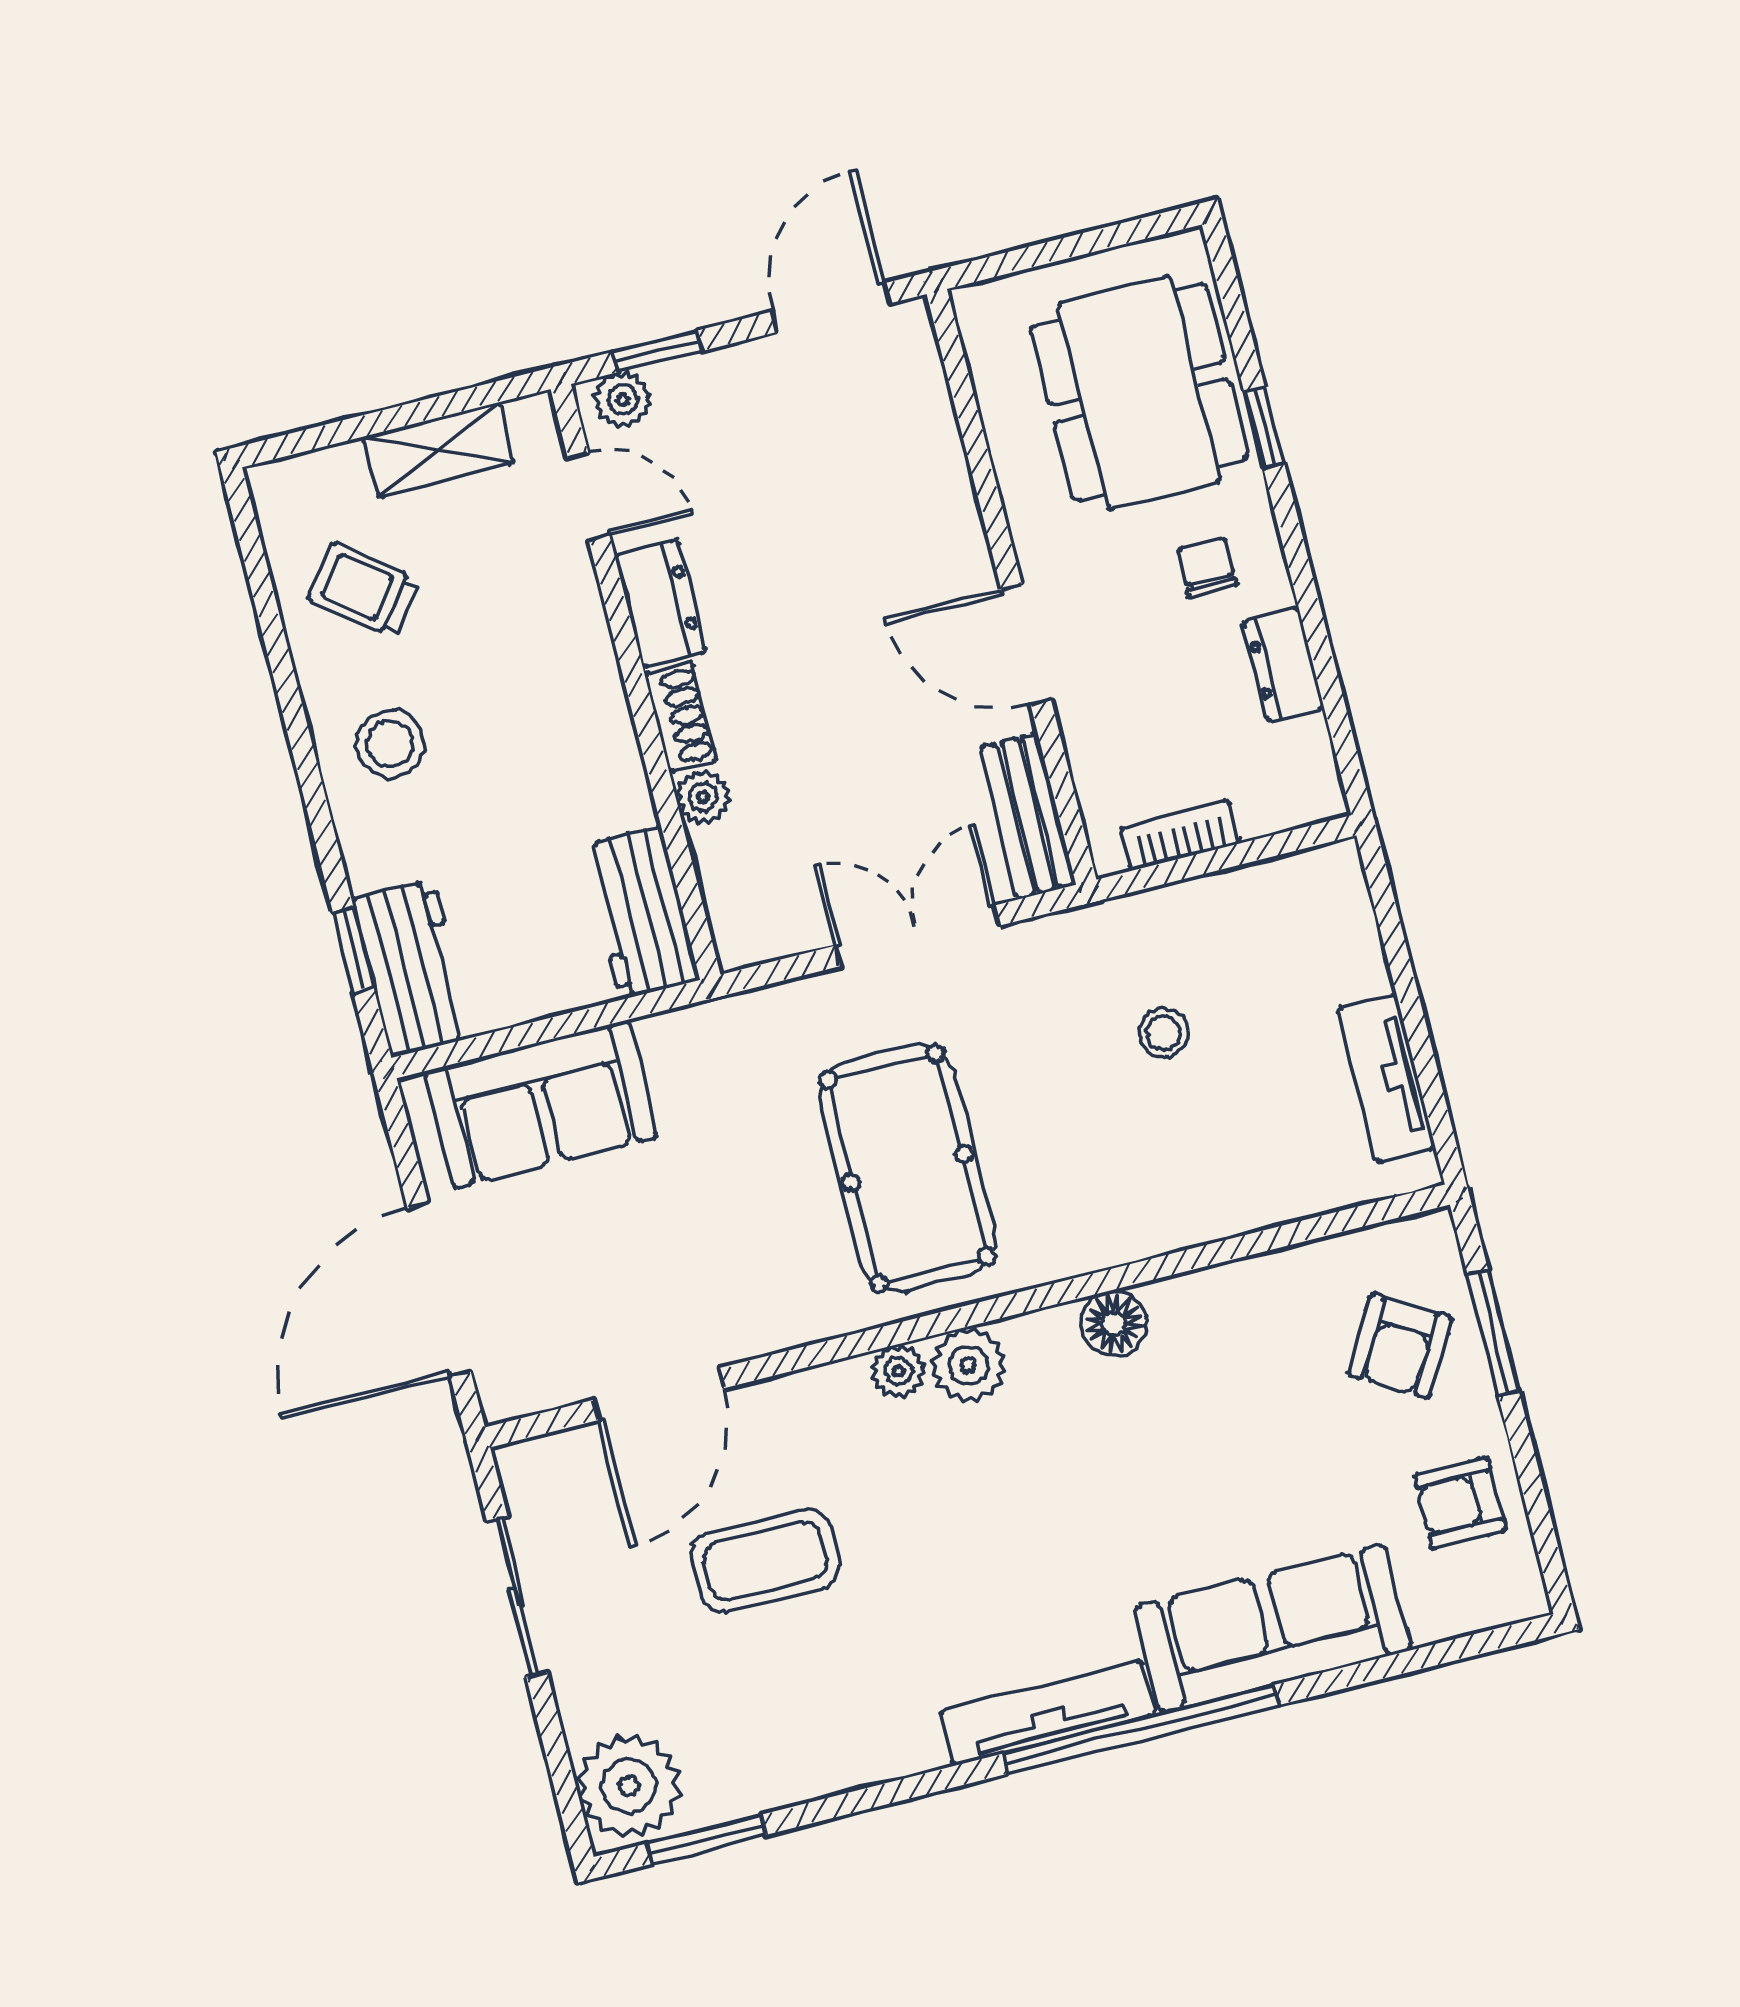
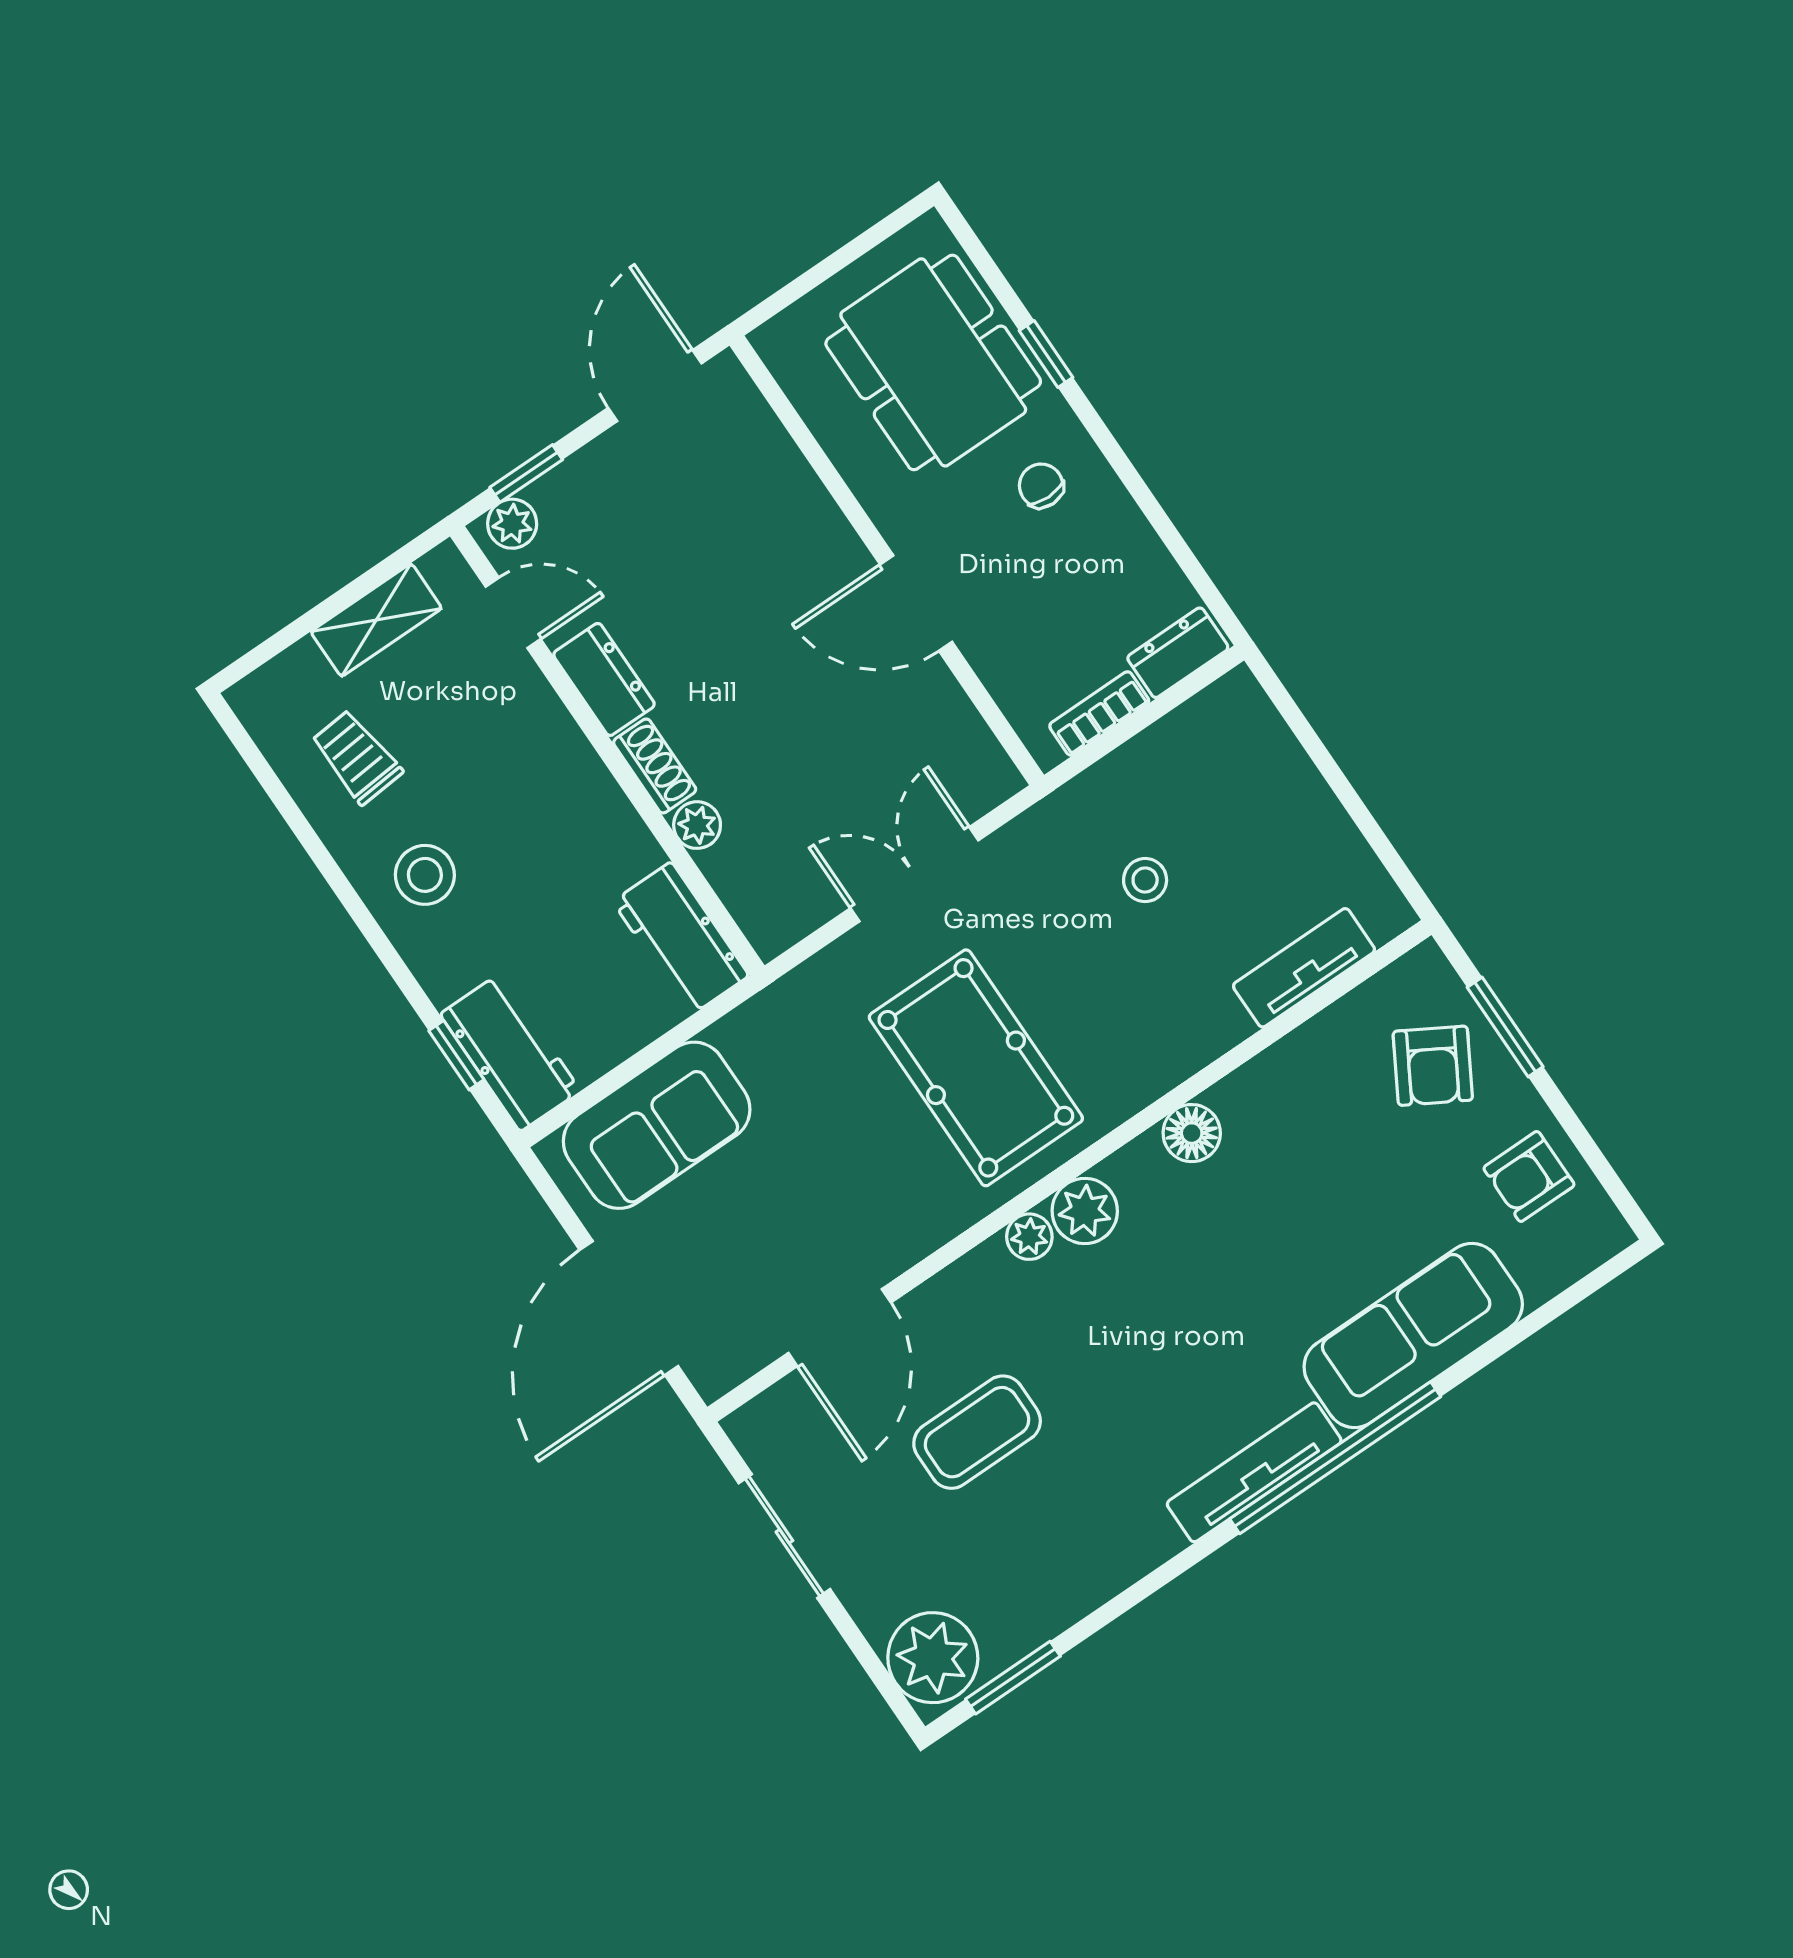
trolley: (363, 590) -> (357, 757), turned 46
dresser: (1283, 665) -> (1178, 653), moved, turned 90
bench: (1028, 816) -> (969, 743), removed
tv unit: (1387, 1079) -> (1304, 968), moved, turned 90

